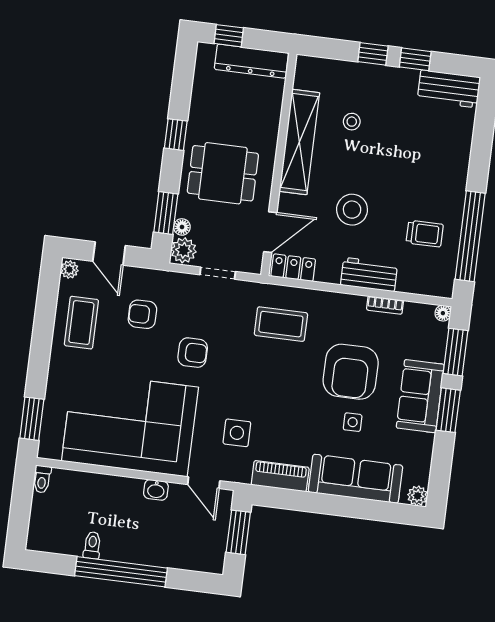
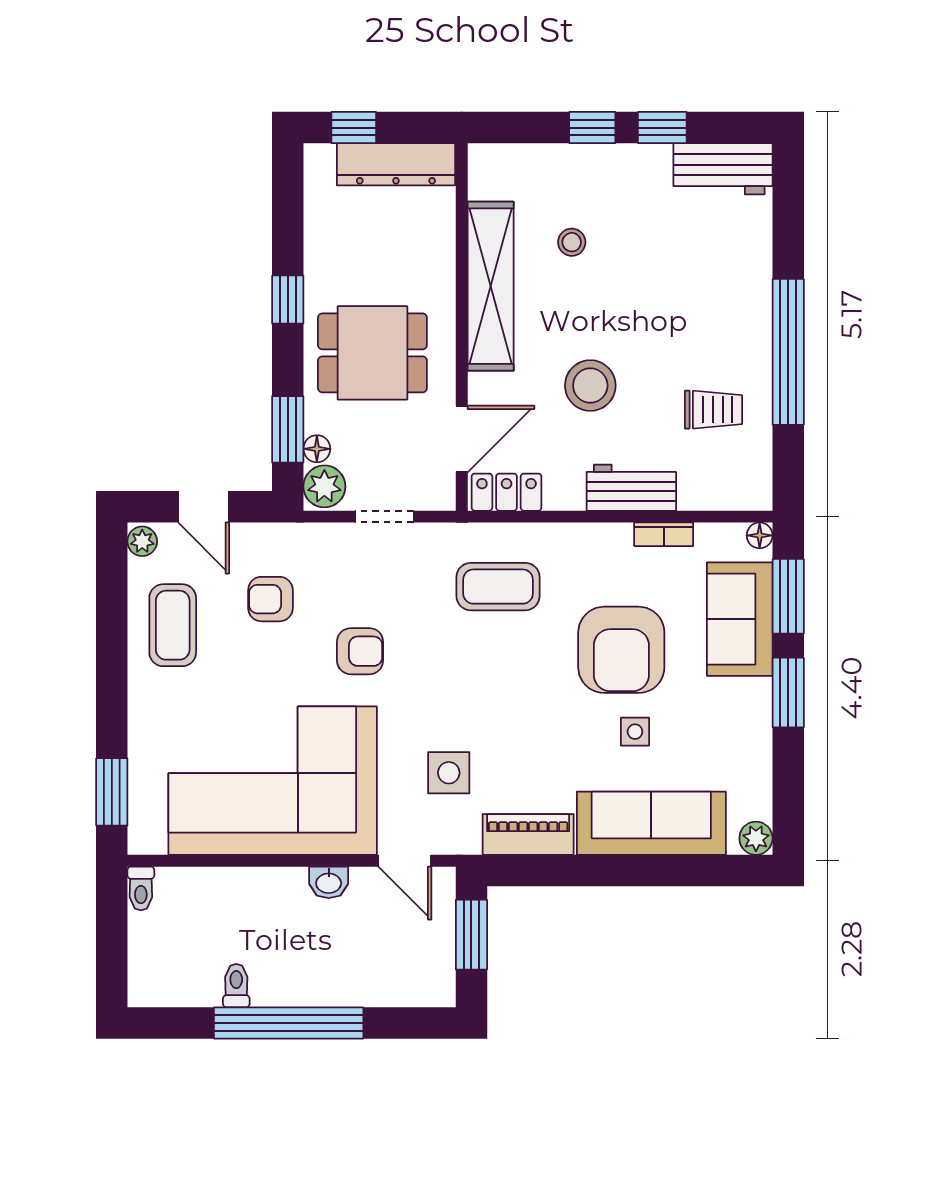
window: (470, 236) -> (788, 352), moved
sofa: (420, 396) -> (740, 619), moved

